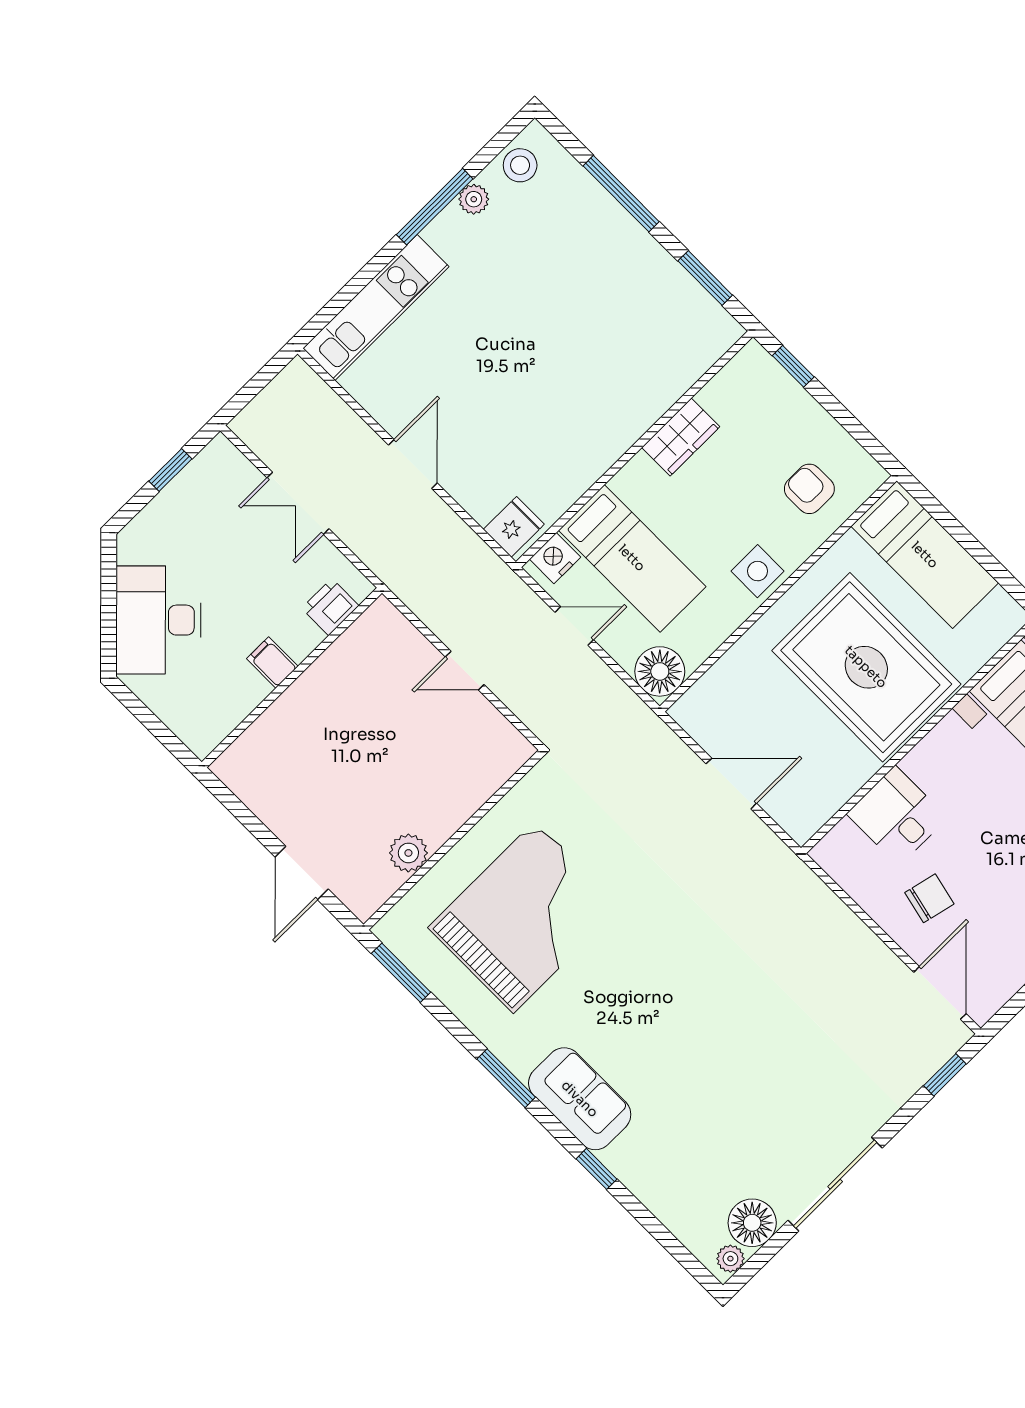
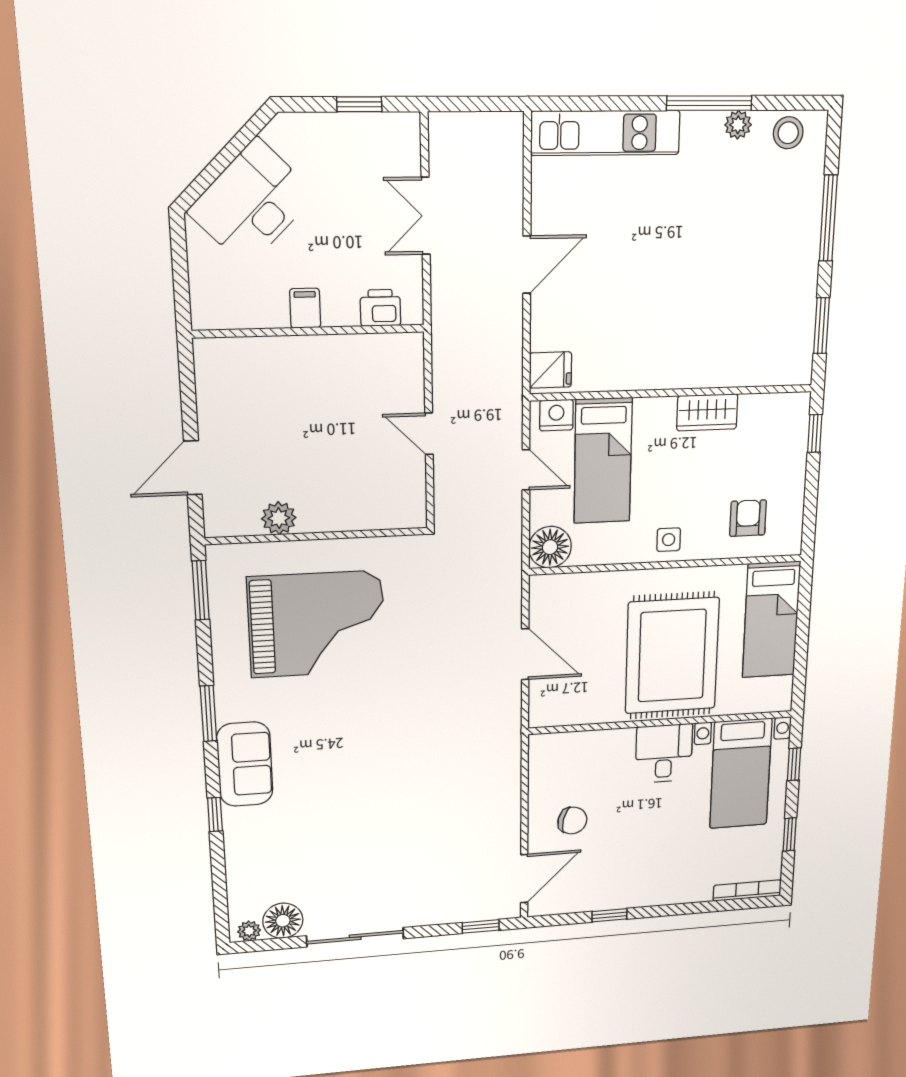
side table: (758, 571) -> (669, 540), width x0.73, depth x0.73
desk: (897, 816) -> (664, 753), moved

